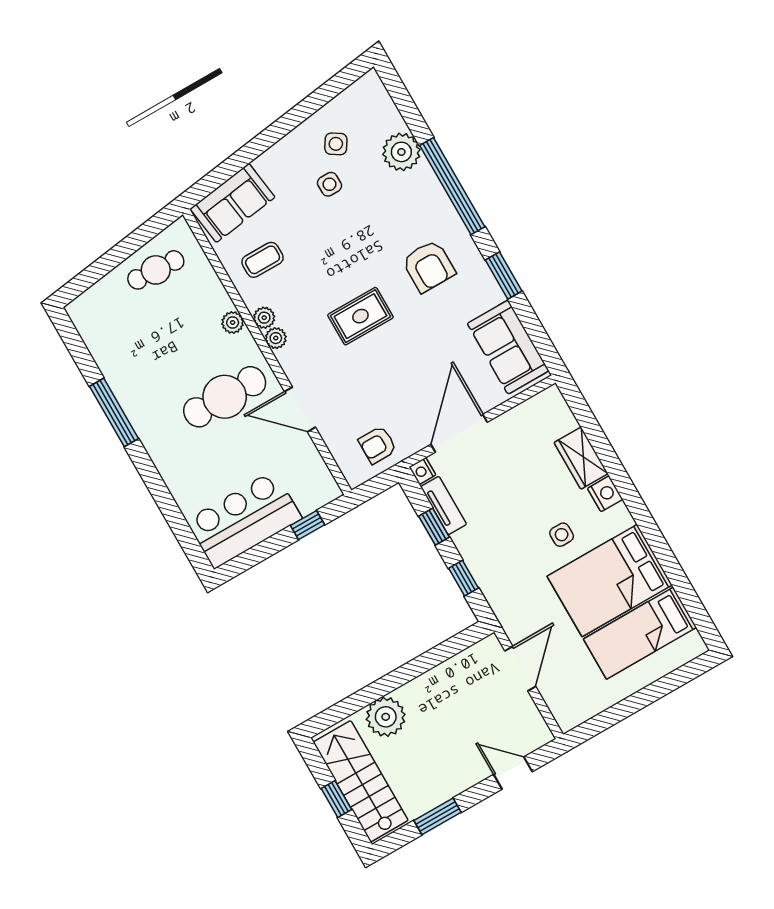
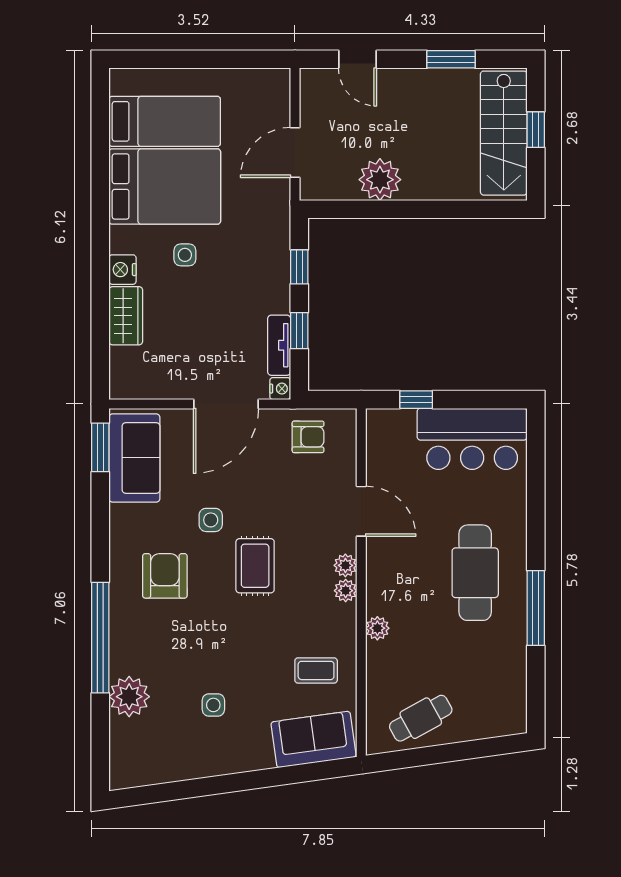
side table: (336, 144) -> (211, 520), moved, turned -33
cafe table: (156, 270) -> (421, 718), turned -32
window: (504, 276) -> (100, 447), moved
rug: (360, 316) -> (255, 566), turned 90
plant: (264, 318) -> (345, 565), moved
cafe table: (225, 397) -> (475, 573), moved, turned 90
plant: (386, 717) -> (380, 180), moved

